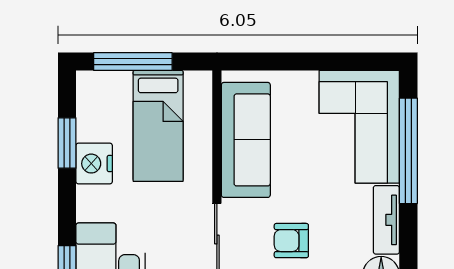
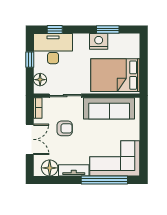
window: (133, 62) -> (144, 59), removed
bed: (158, 126) -> (115, 75), width x1.50
armchair: (291, 241) -> (65, 128), turned 90

